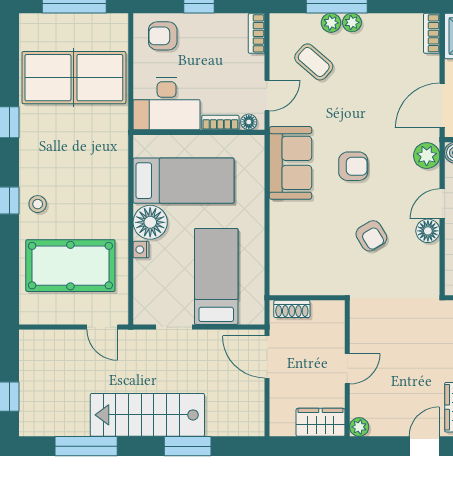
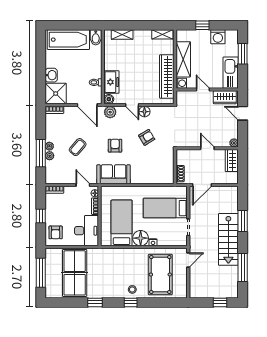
coffee table: (314, 62) -> (78, 147), moved

